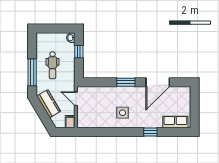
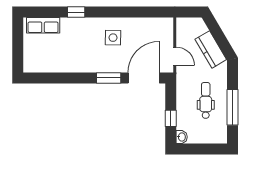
window: (32, 72) -> (233, 107), moved
door: (158, 82) -> (144, 78), moved
filing cabinet: (70, 122) -> (182, 26), removed

